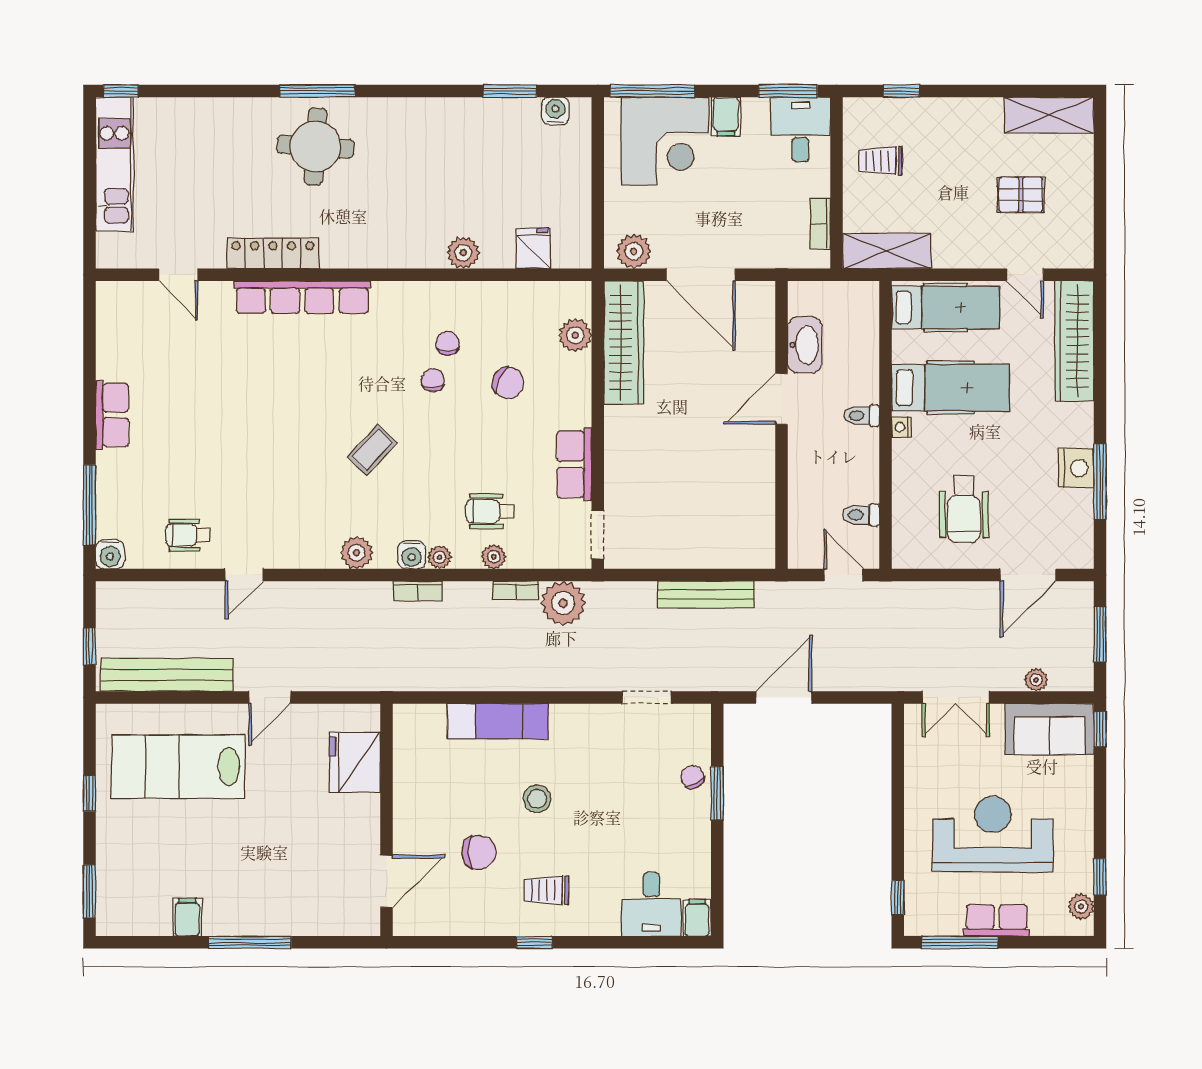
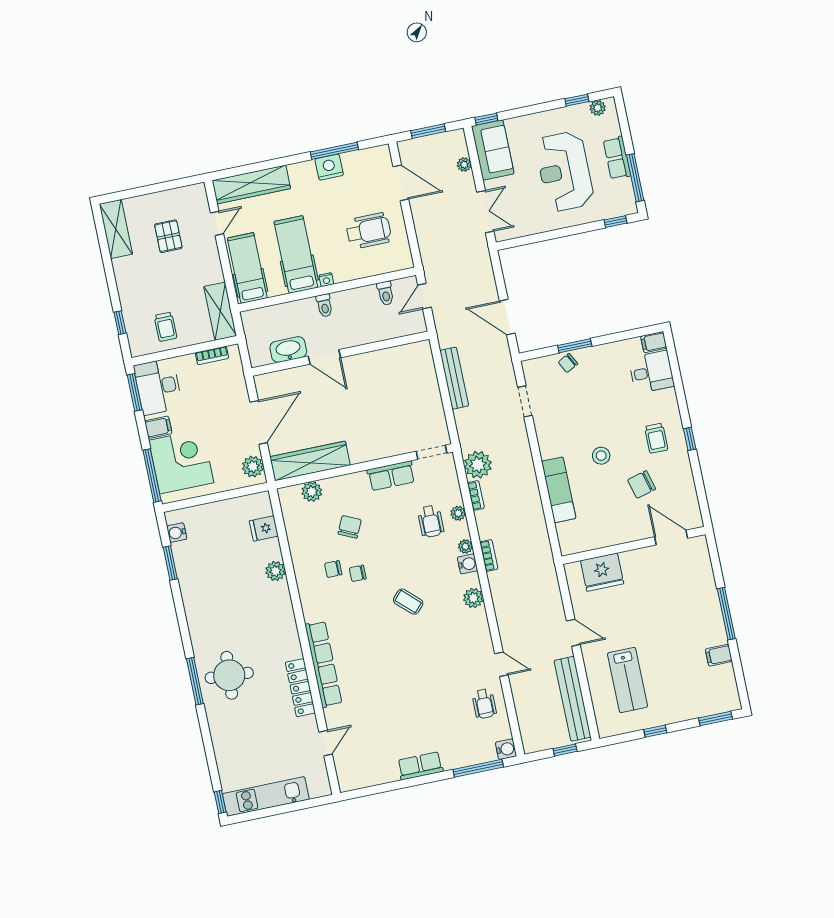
desk: (800, 130) -> (158, 387), width x1.37
lab bench: (178, 767) -> (628, 680), width x0.73, depth x0.72
chair: (479, 852) -> (642, 484), turned -105

